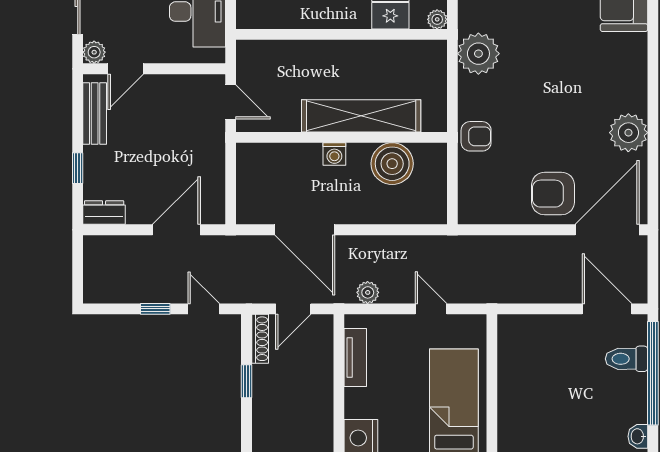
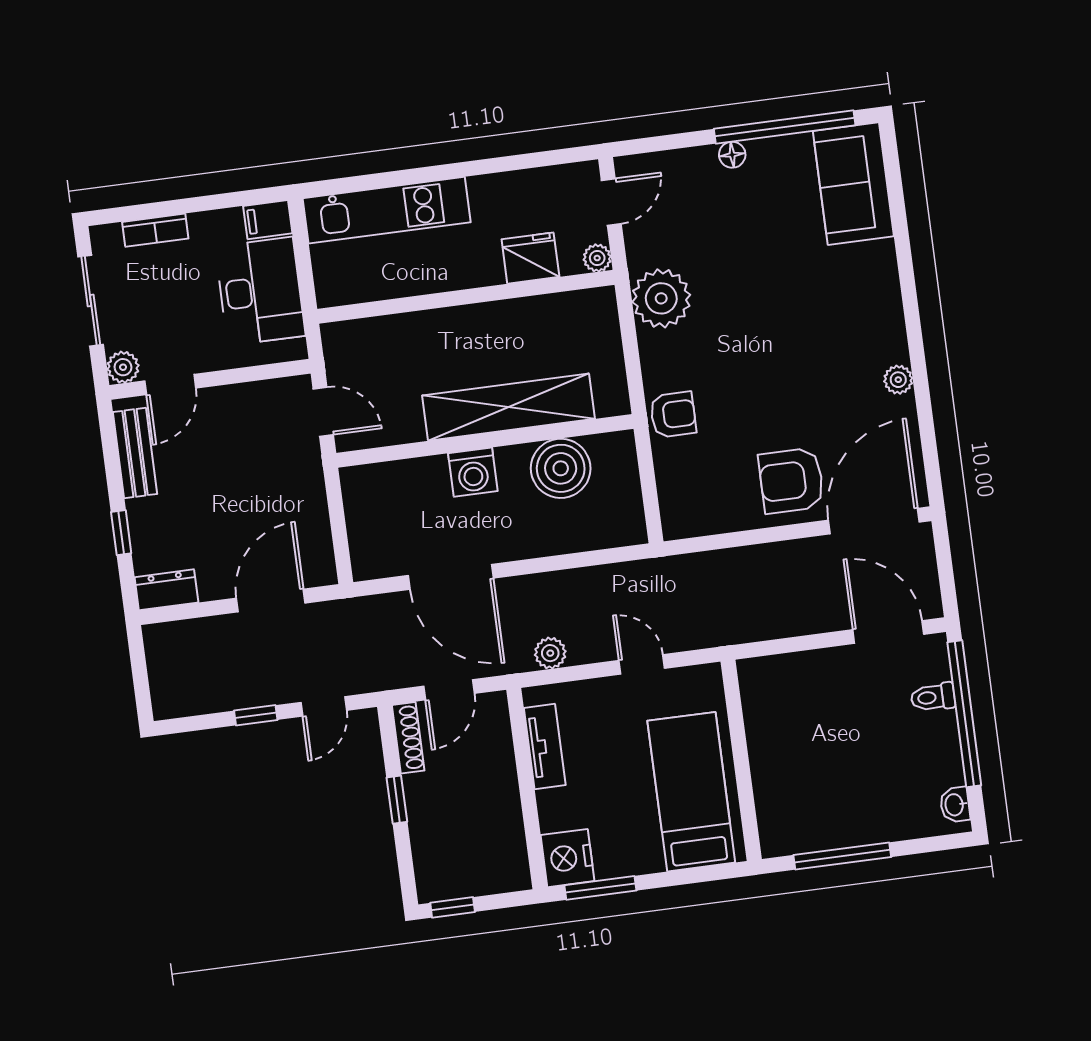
plant: (628, 133) -> (898, 380), width x0.53, depth x0.53
washing machine: (334, 154) -> (473, 472), width x1.38, depth x1.38
door: (204, 309) -> (324, 706), swing flipped
toilet: (626, 359) -> (933, 697), width x0.73, depth x0.72

